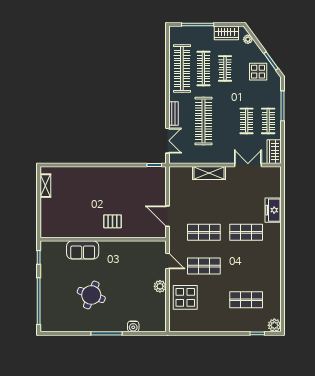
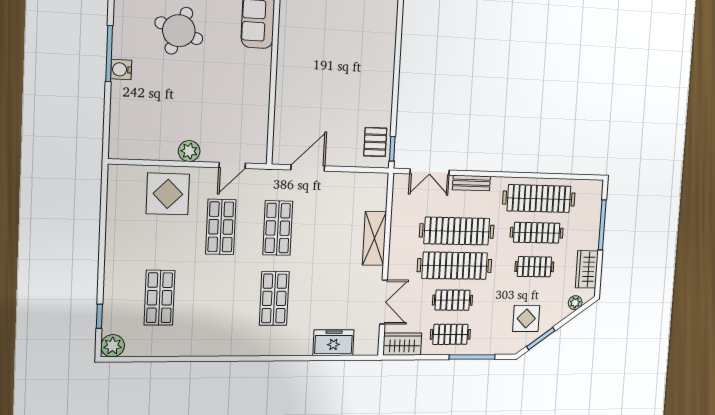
clothes rail: (225, 121) -> (455, 266), added
freezer: (273, 210) -> (333, 343), moved
pallet: (113, 221) -> (375, 142), moved
water cooler: (133, 326) -> (121, 69), moved

